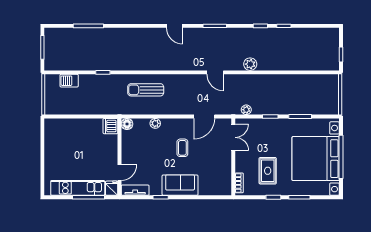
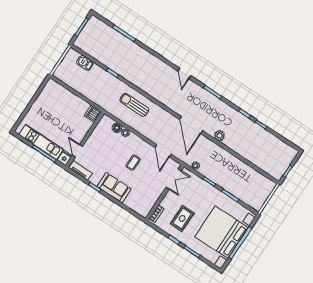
door: (215, 72) -> (191, 125), width x1.88
door: (204, 116) -> (163, 151), hinge flipped
floor lamp: (127, 124) -> (117, 128), moved
door: (119, 173) -> (77, 151), swing flipped

